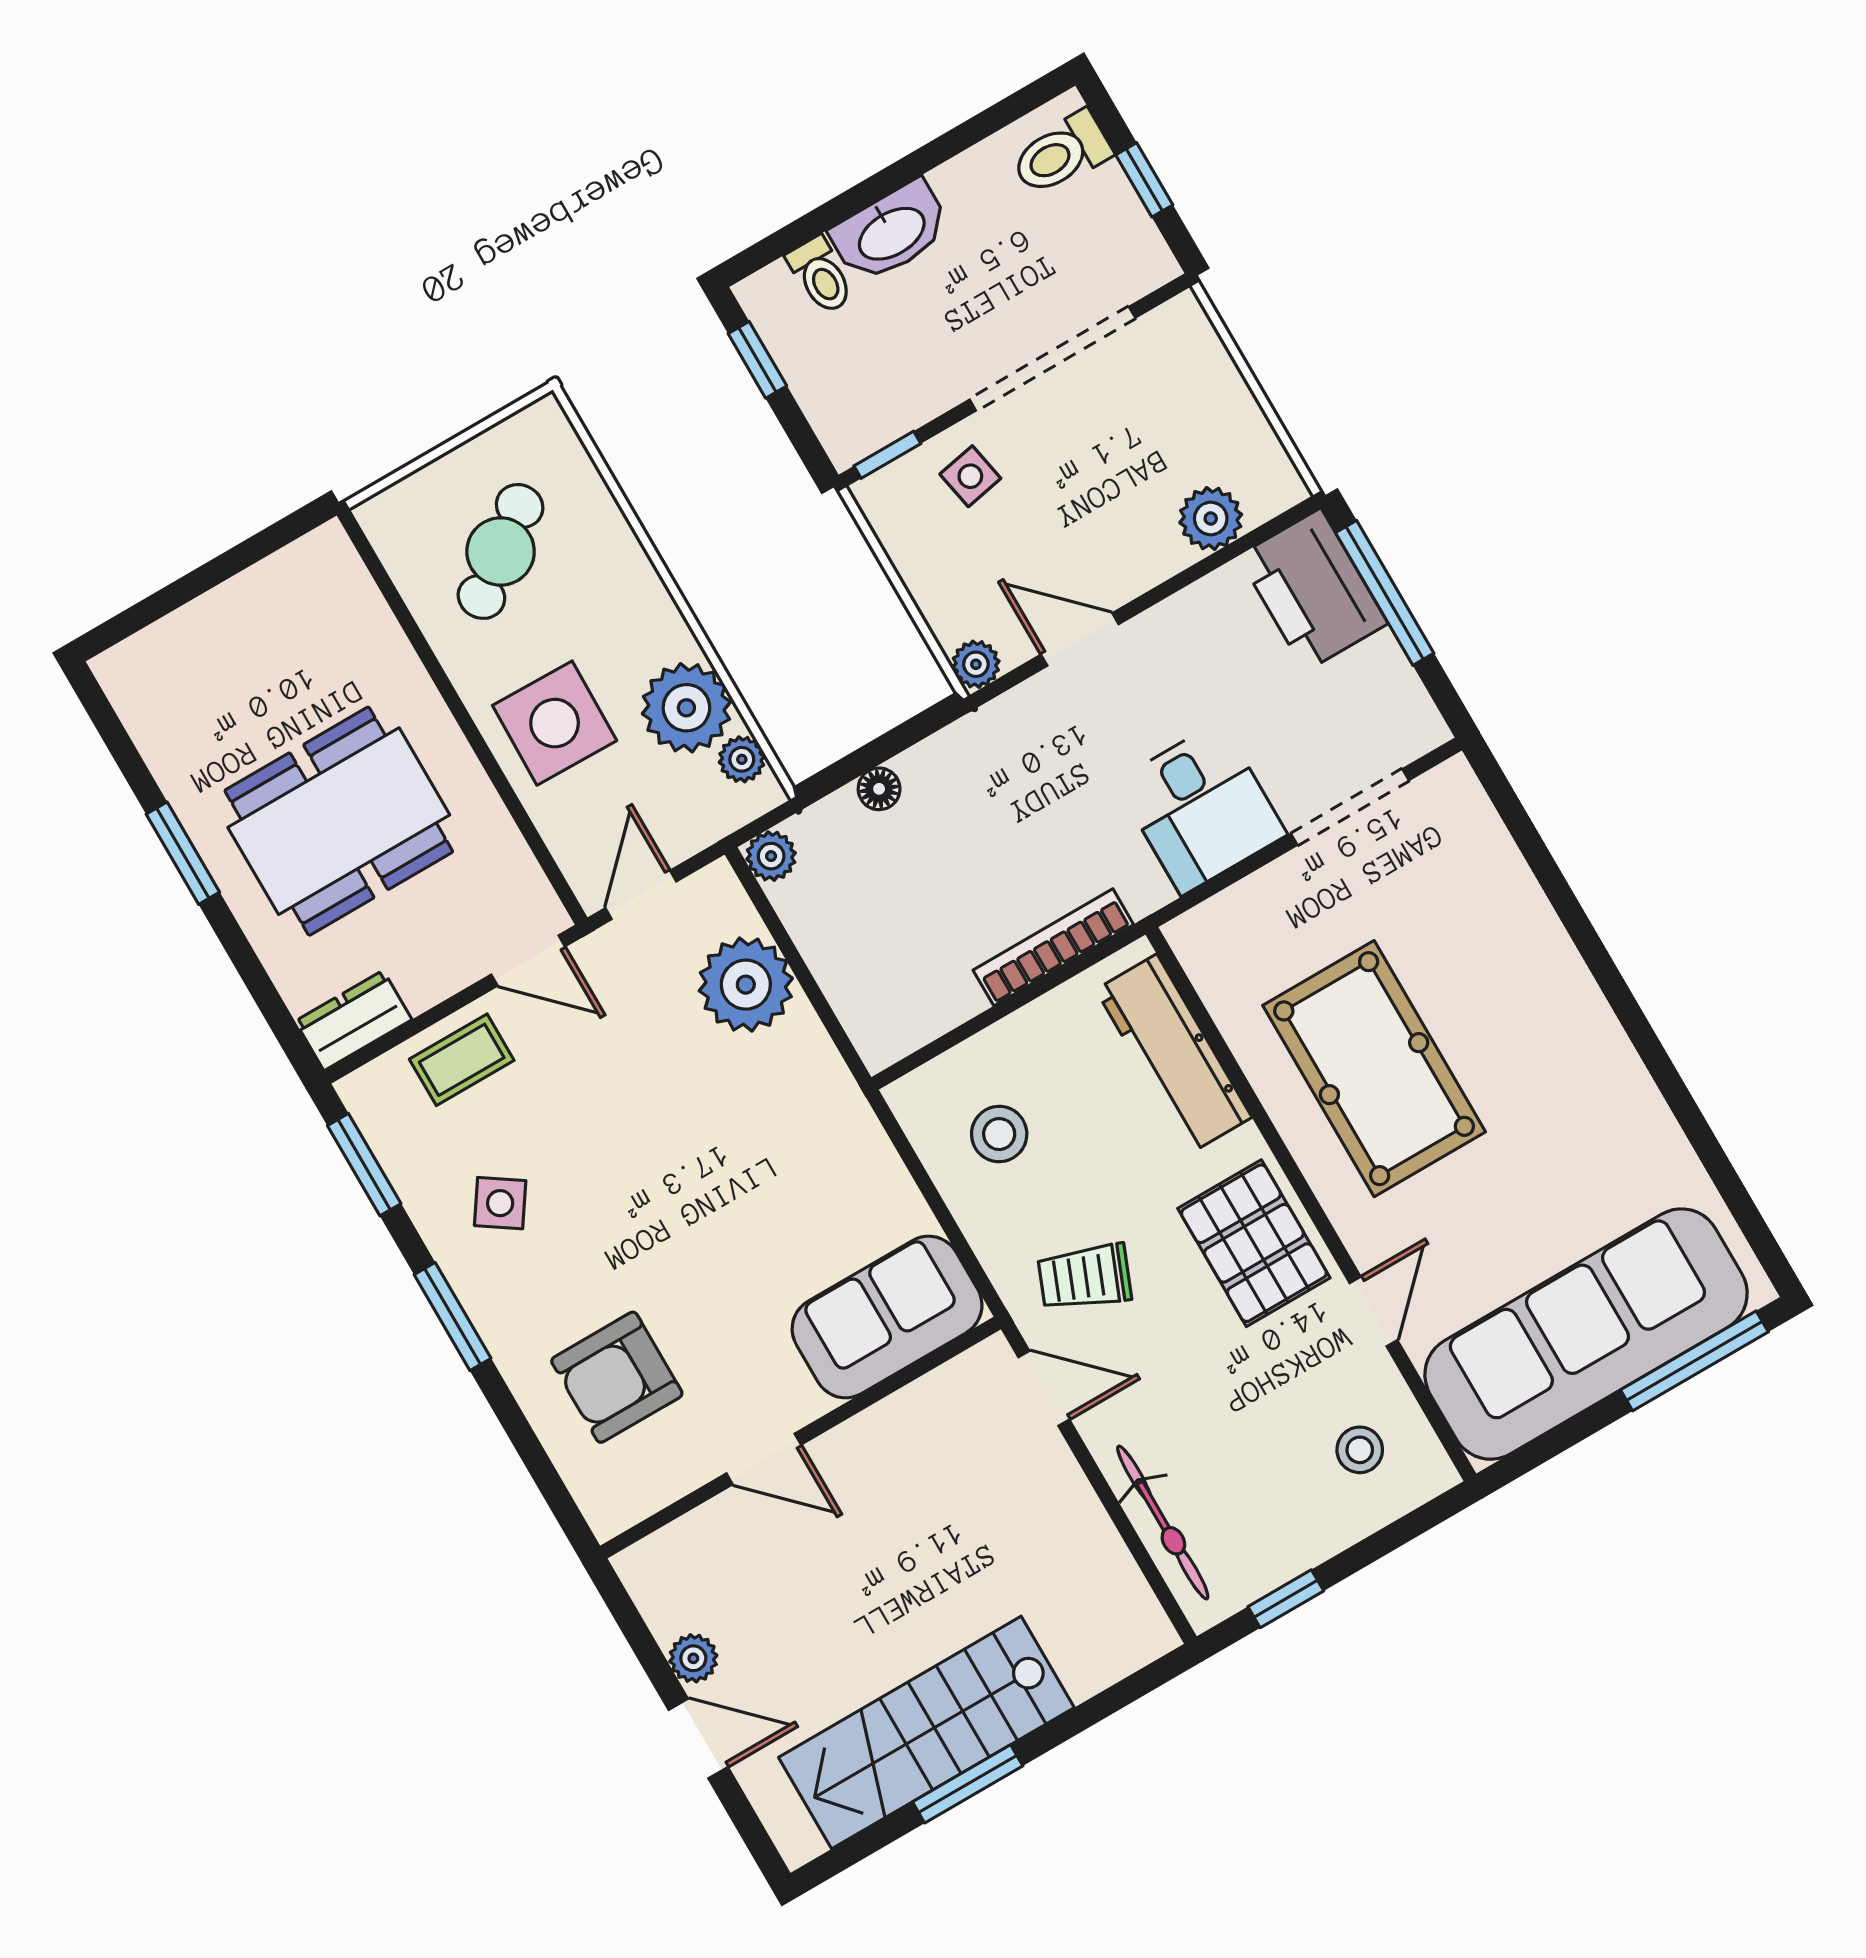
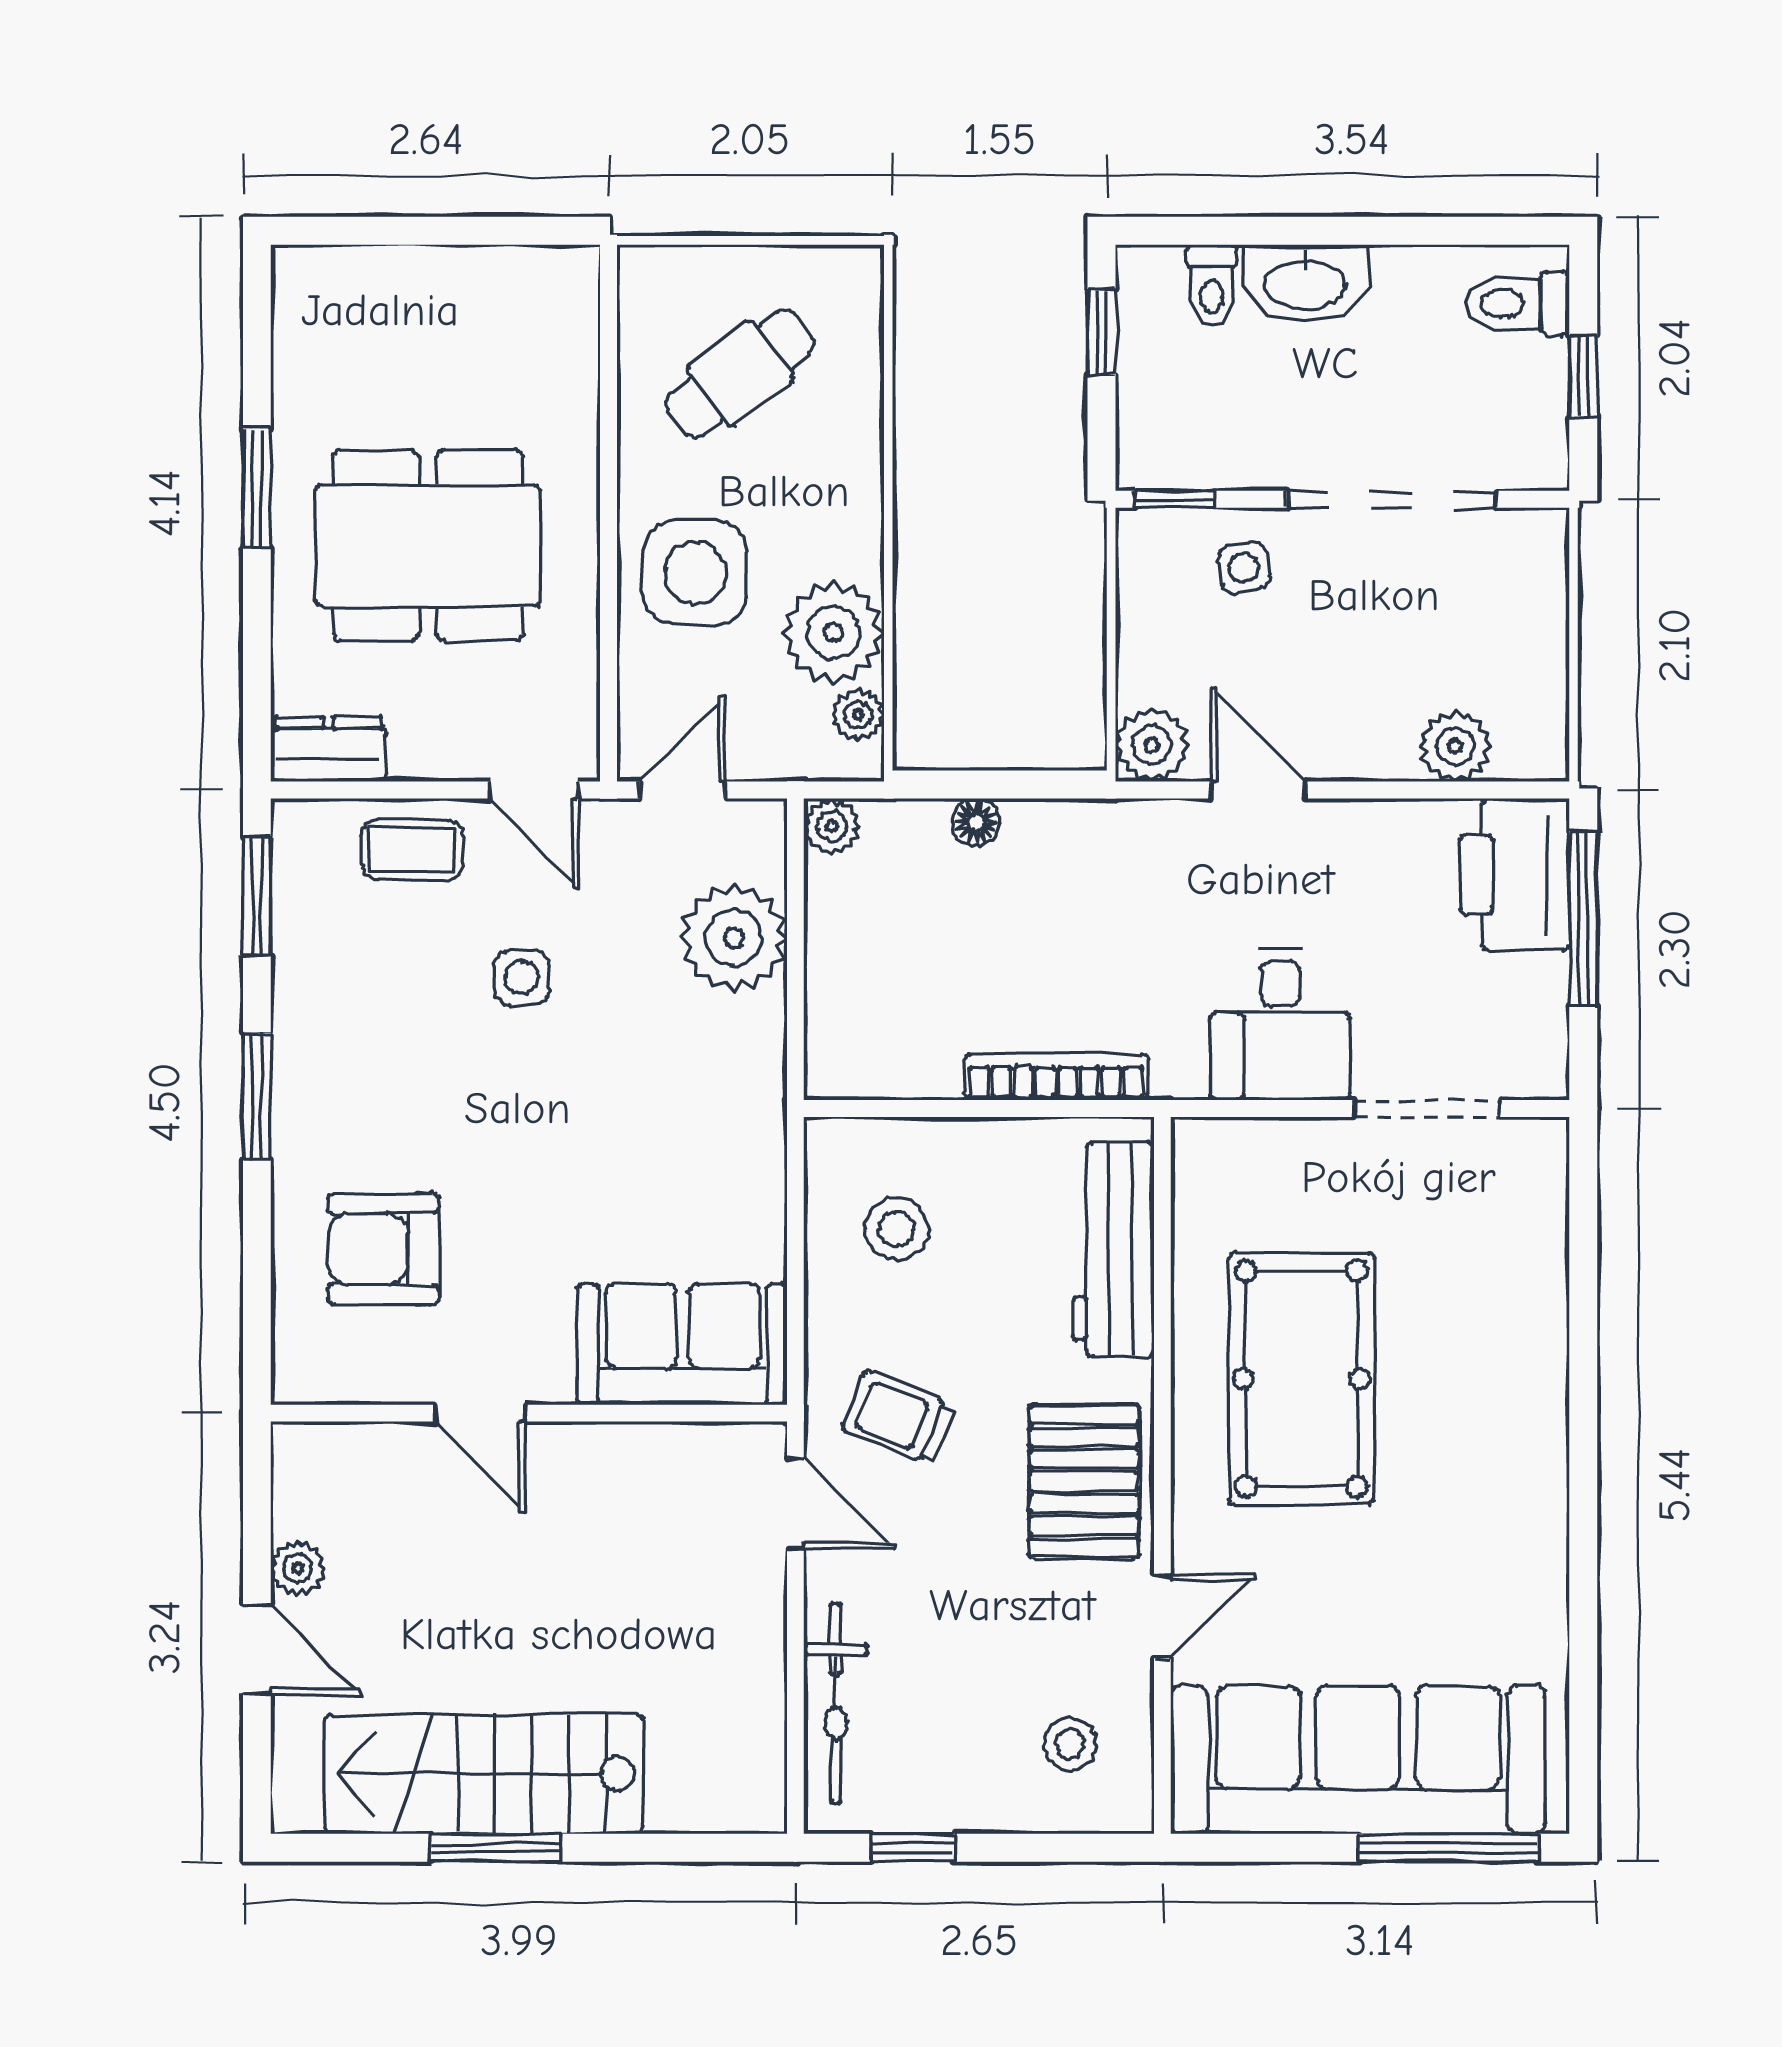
plant: (976, 664) -> (1152, 745), width x1.38, depth x1.38
side table: (500, 1203) -> (522, 977), moved, turned -34

